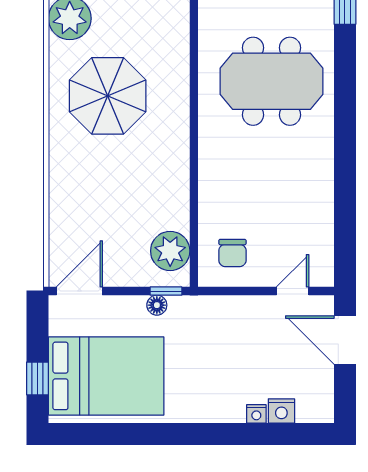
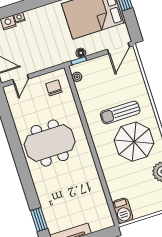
meeting table: (271, 81) -> (50, 143), moved
sun lounger: (117, 162) -> (120, 112), added
plant: (170, 251) -> (77, 77), width x0.53, depth x0.53

